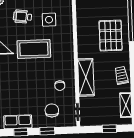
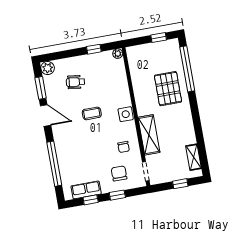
side table: (49, 20) -> (126, 114), moved
coffee table: (34, 49) -> (92, 113), width x0.54, depth x0.58
trolley: (121, 75) -> (185, 128), removed

